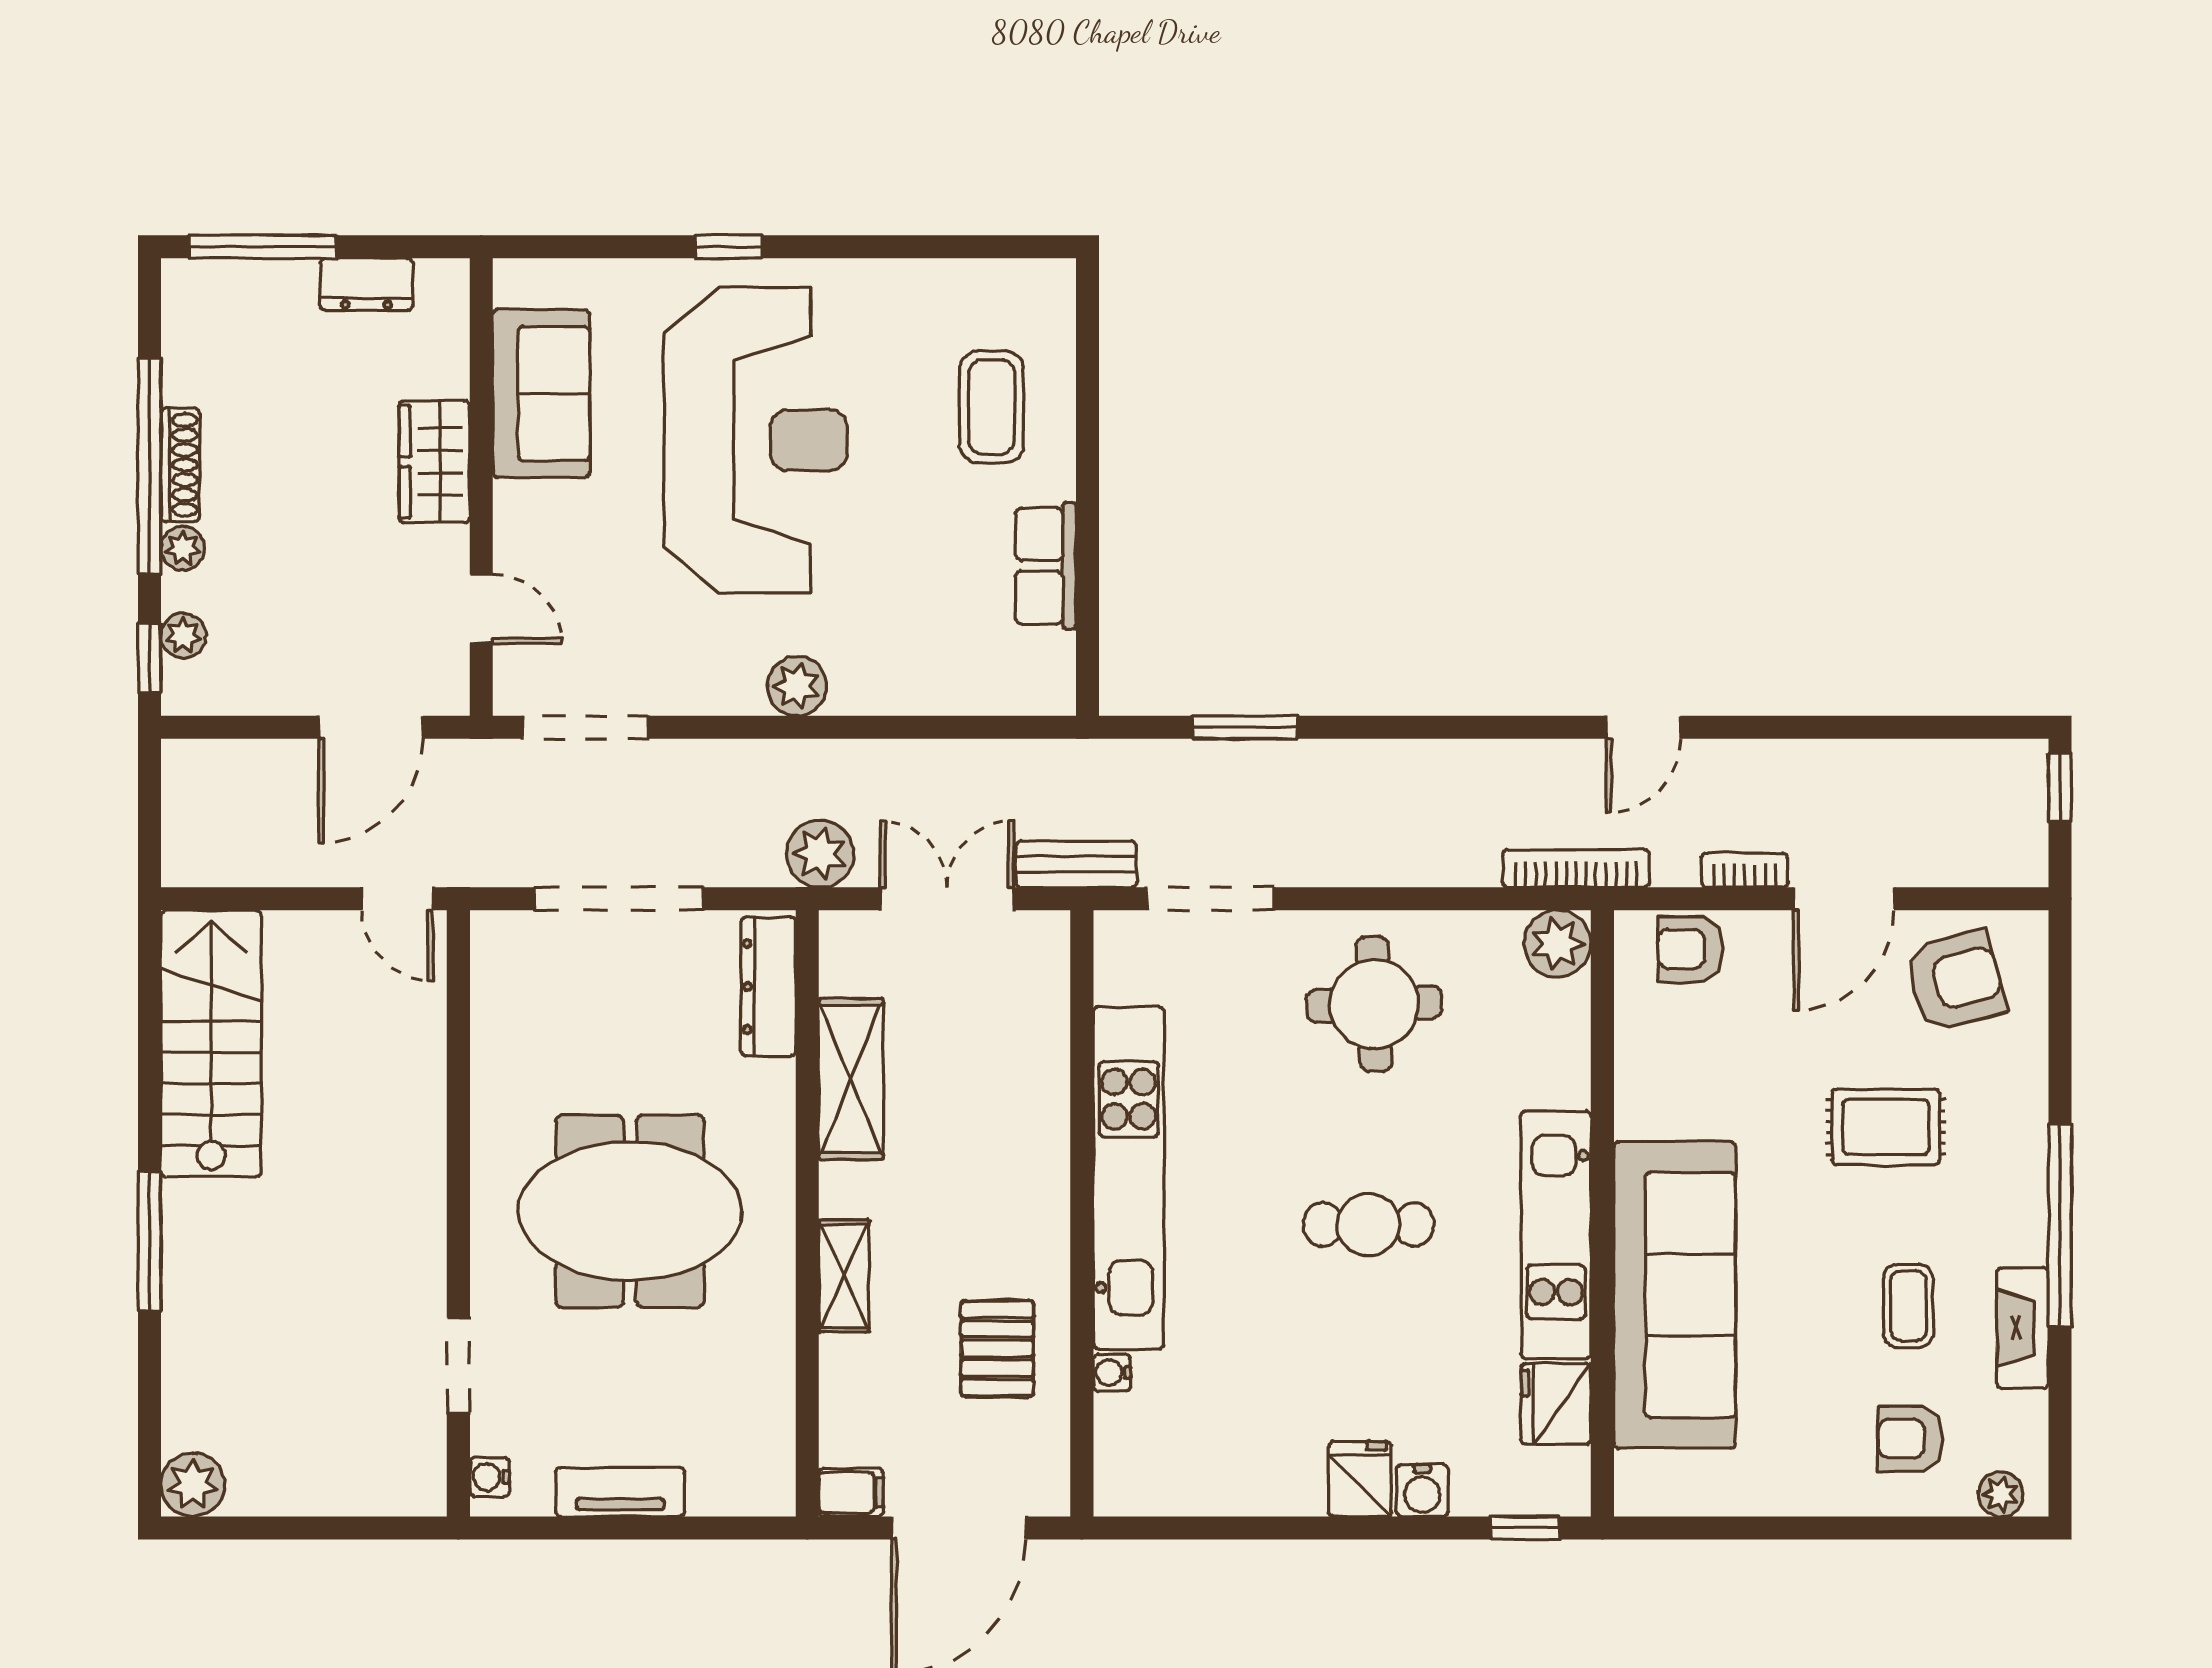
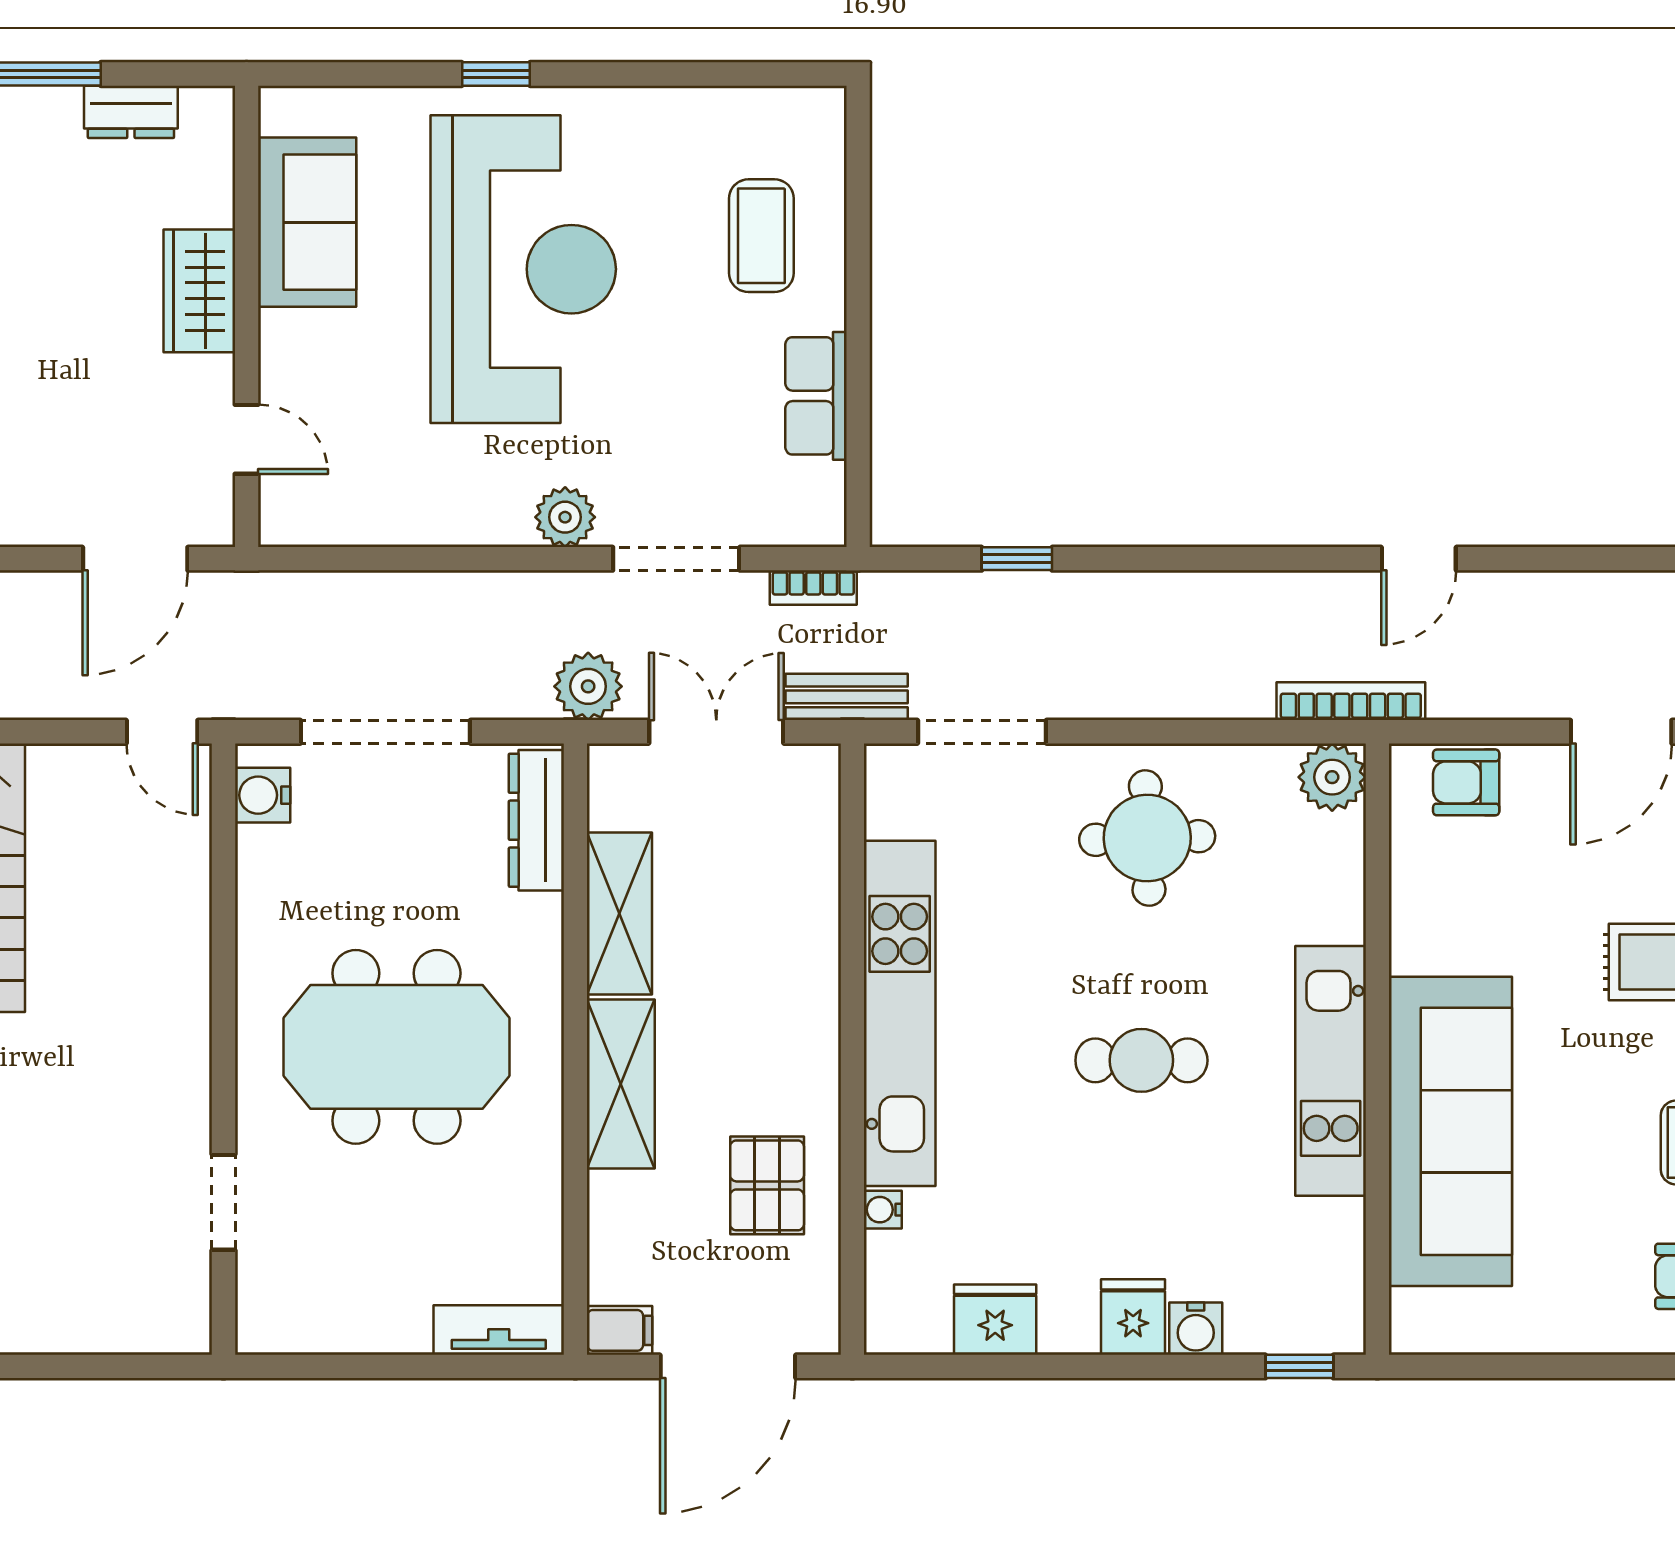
doorway: (586, 727) -> (676, 559), moved
window: (1245, 727) -> (1017, 559), width x0.67
bookcase: (1745, 870) -> (813, 588), moved, turned 180
shelving: (844, 1276) -> (621, 1084), width x1.50, depth x1.33
fridge: (1556, 1404) -> (995, 1320), moved, turned 90
water cooler: (490, 1477) -> (263, 795), moved, width x1.38, depth x1.38
tv unit: (620, 1492) -> (499, 1330), moved

